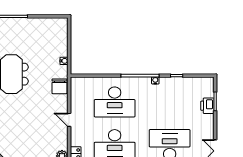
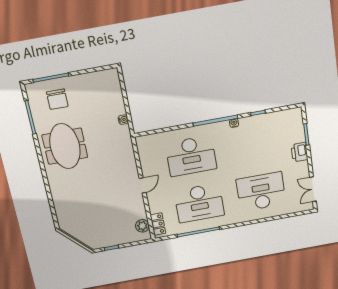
chair: (59, 86) -> (57, 99), moved
printer: (207, 106) -> (299, 152), moved
door: (69, 120) -> (143, 185), swing flipped

